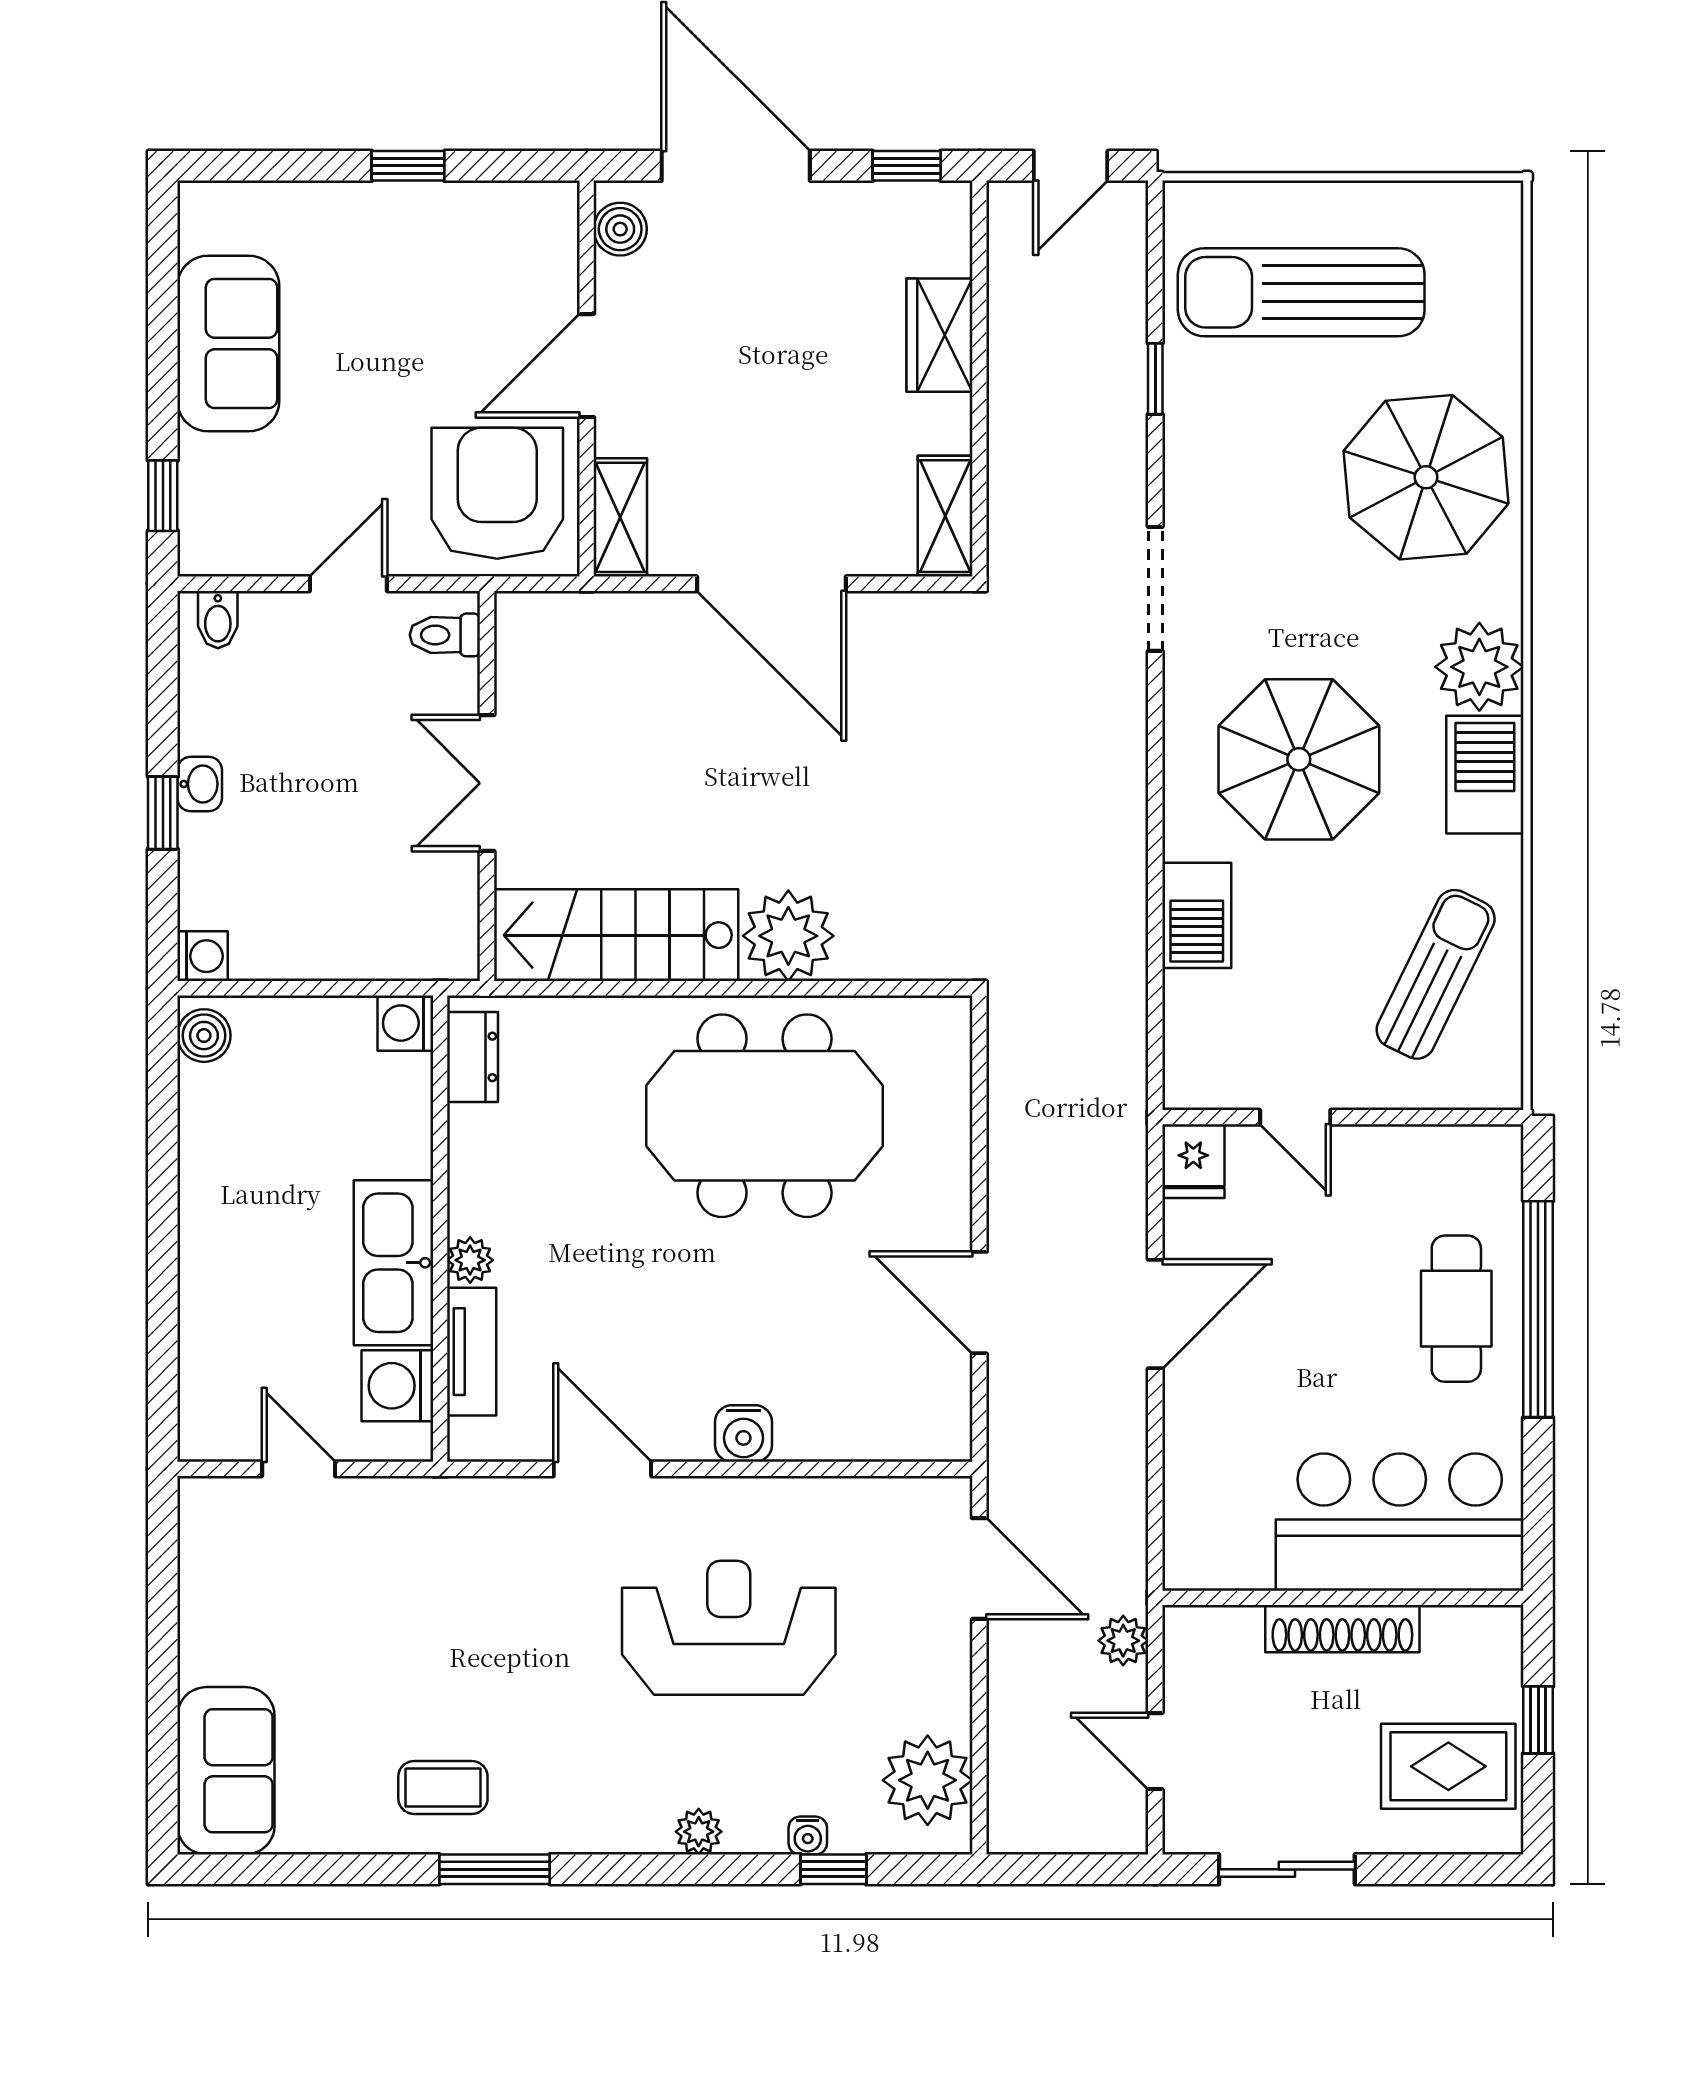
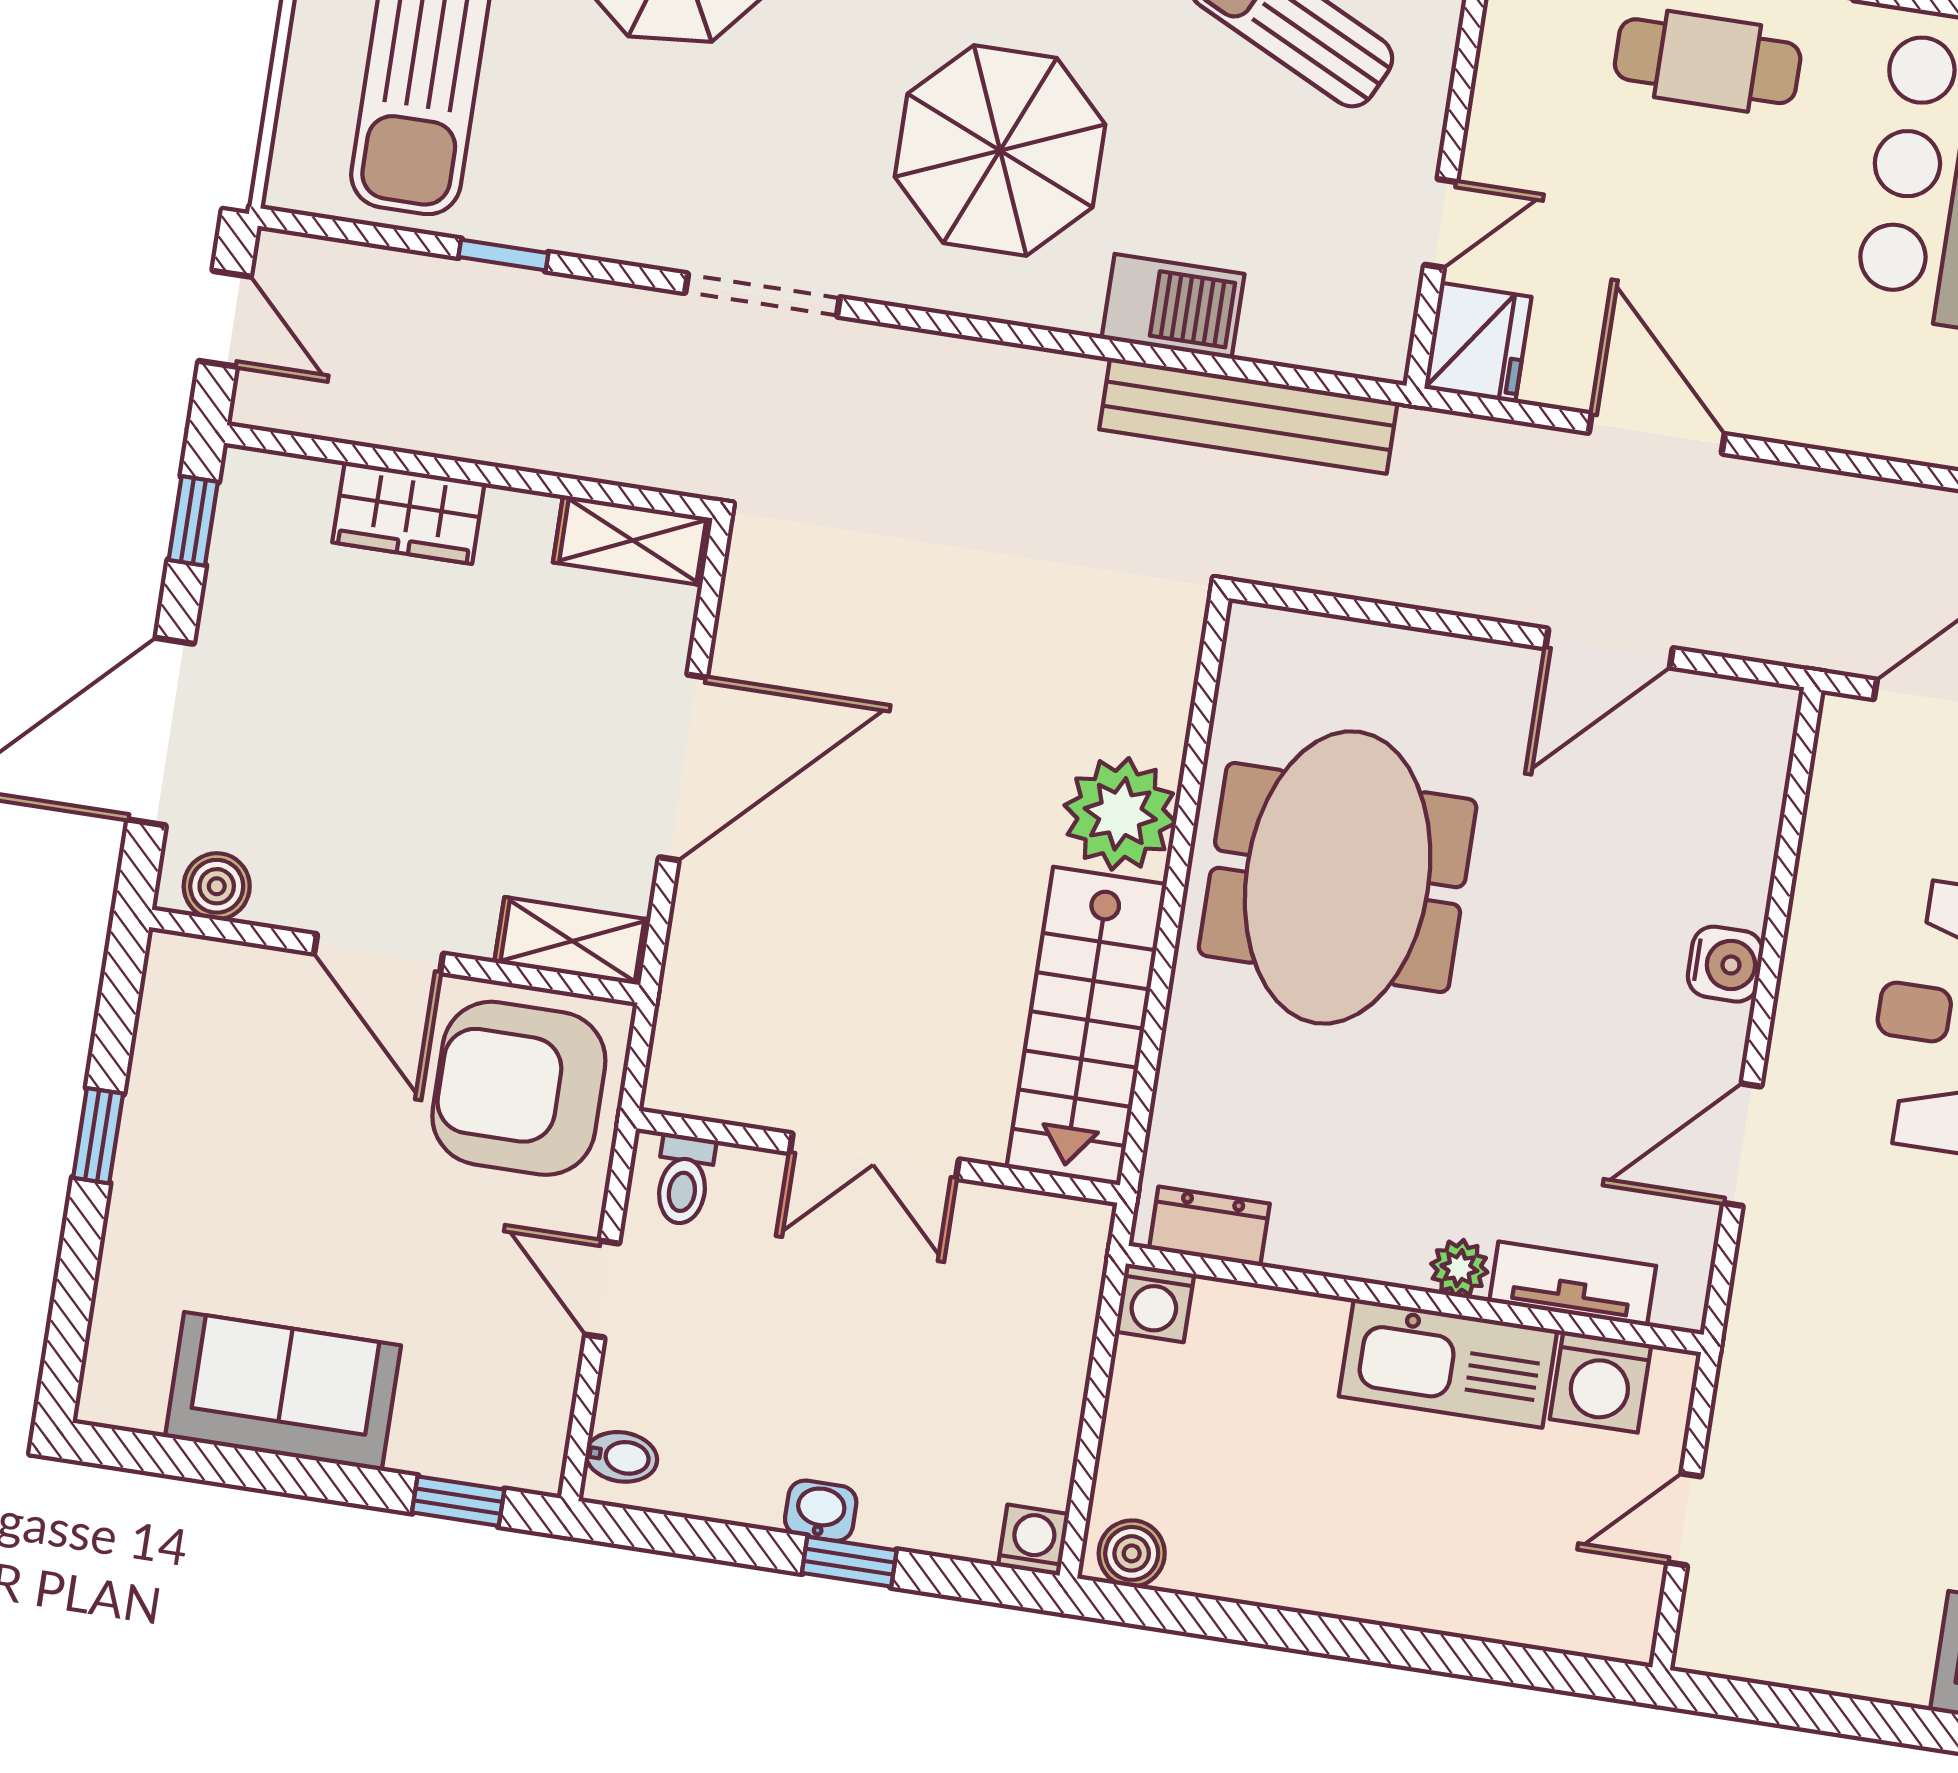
bench: (1119, 988) -> (1248, 416), added
fridge: (1193, 1161) -> (1478, 343), width x1.38

